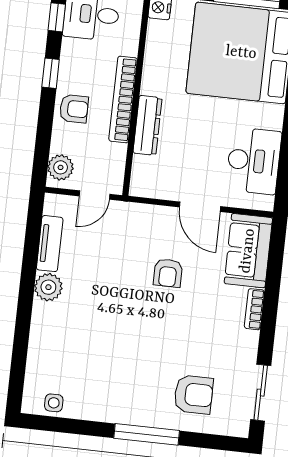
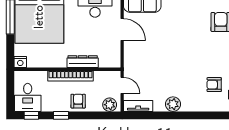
door: (200, 207) -> (122, 29), hinge flipped
tv unit: (50, 244) -> (138, 106), moved
armchair: (168, 273) -> (214, 85), moved, turned 180

